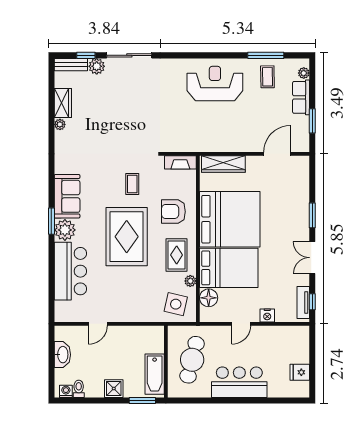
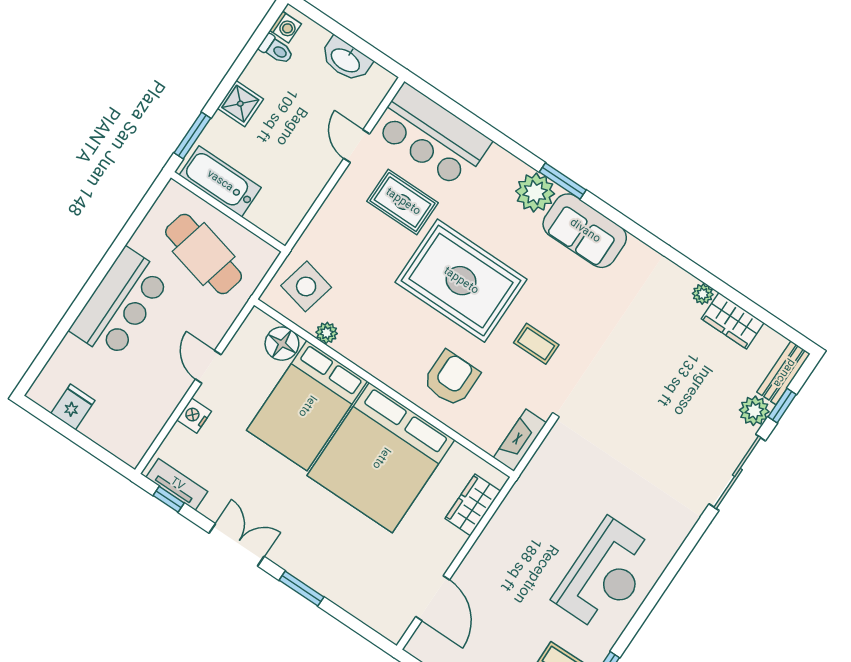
wardrobe: (223, 164) -> (473, 505), width x0.67
rug: (177, 255) -> (403, 202), moved
bar counter: (70, 271) -> (432, 136), moved

